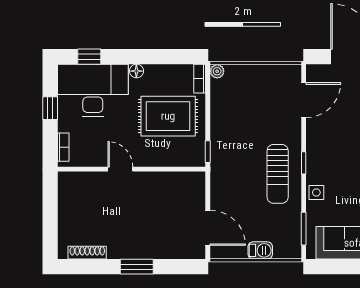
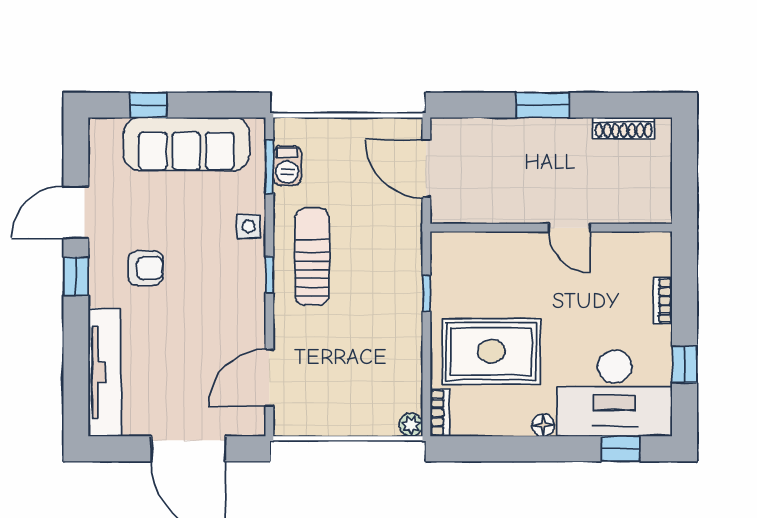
door: (120, 169) -> (569, 228), moved
wall: (132, 169) -> (551, 228), moved
barbecue: (260, 250) -> (287, 166), moved, turned -90

